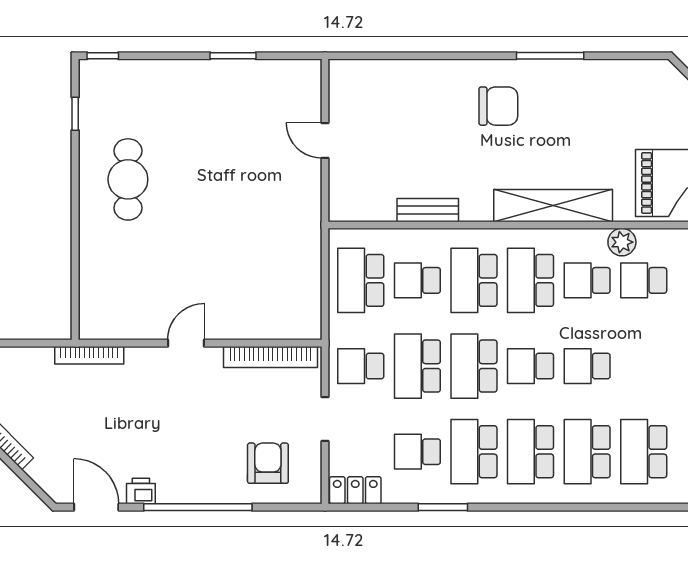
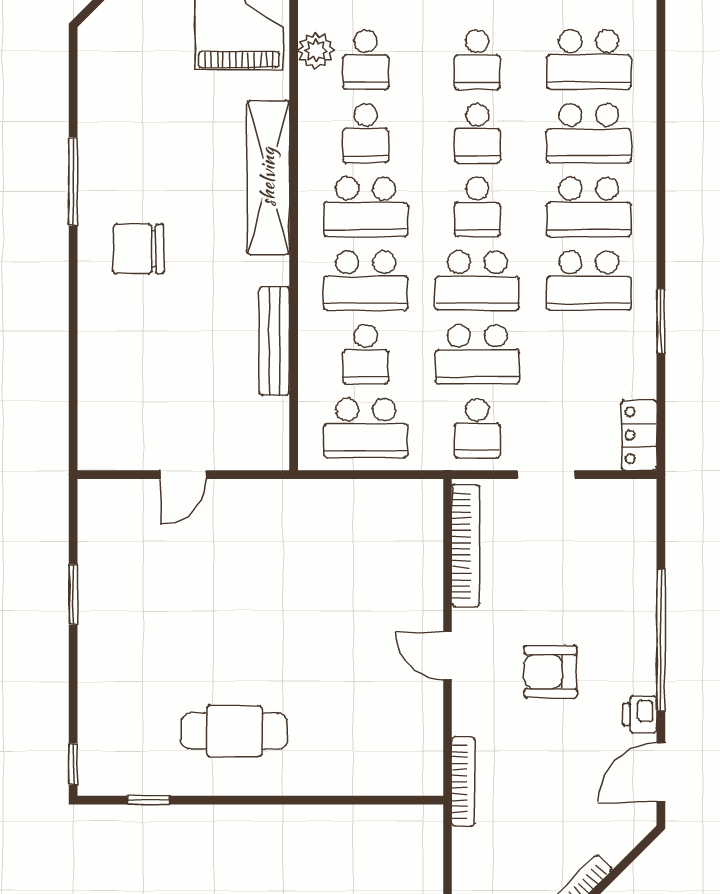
chair: (498, 106) -> (139, 249), turned -90
bench: (428, 210) -> (274, 341), width x1.36
plant: (622, 242) -> (316, 50), moved
school desk: (417, 452) -> (477, 60), moved
armchair: (268, 463) -> (550, 672), moved

